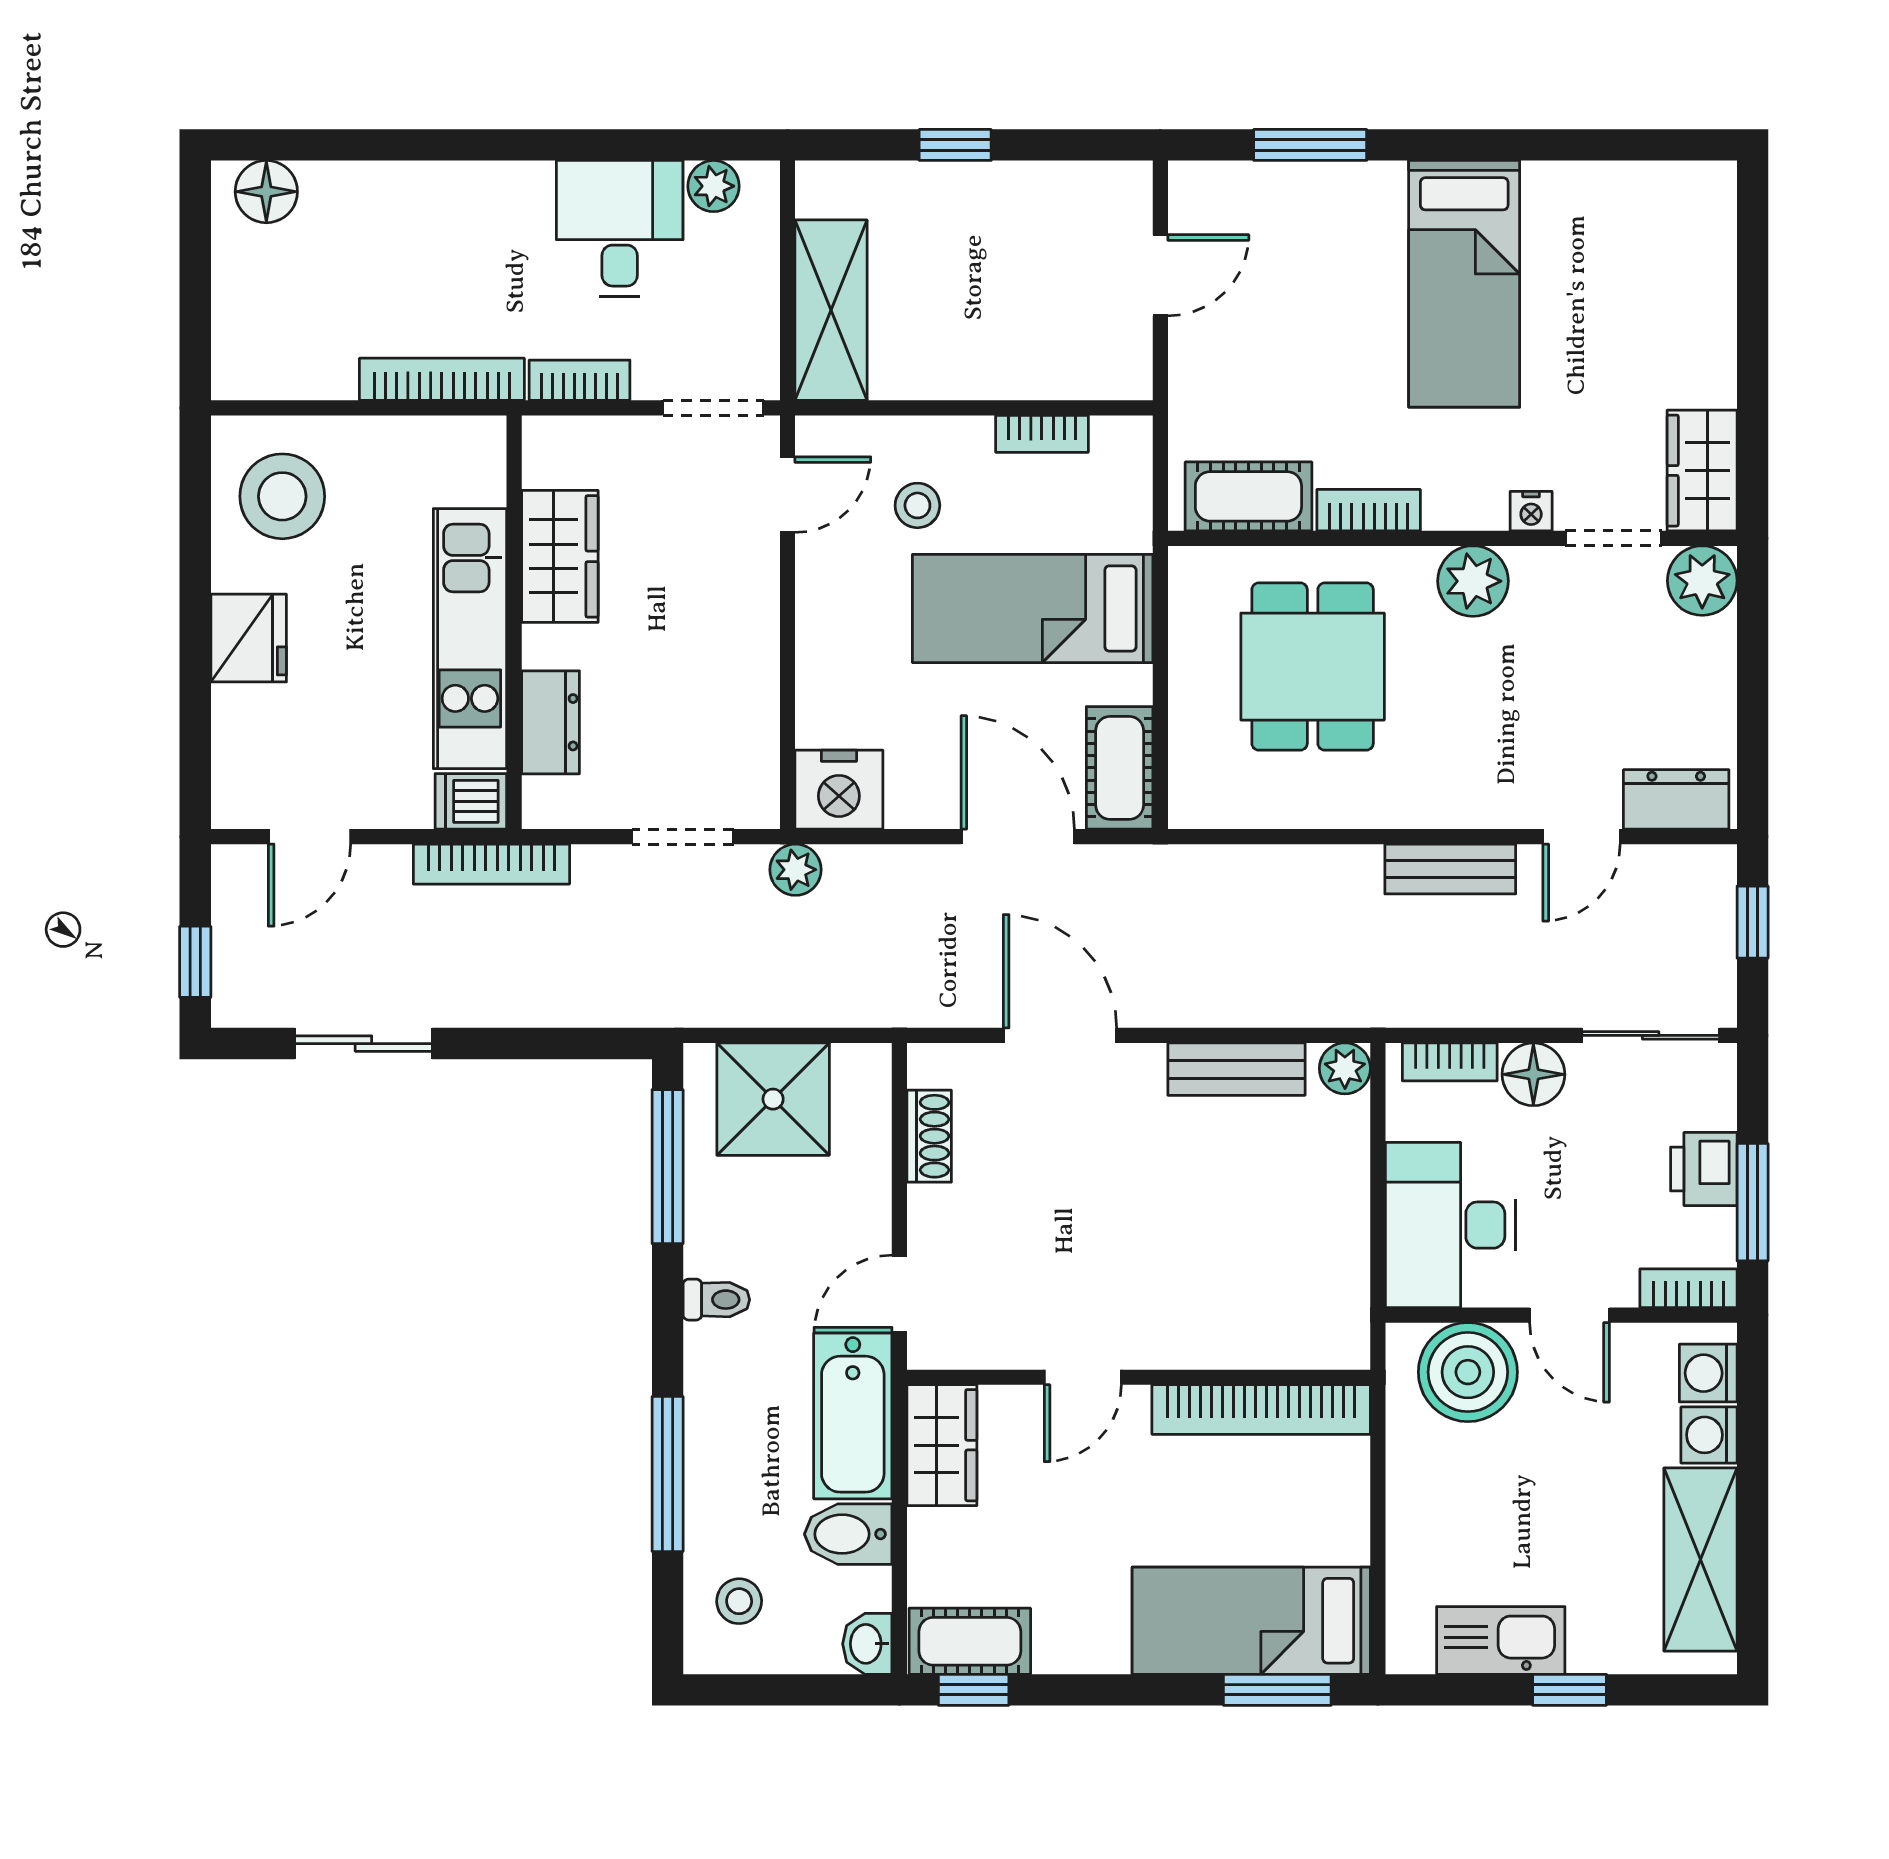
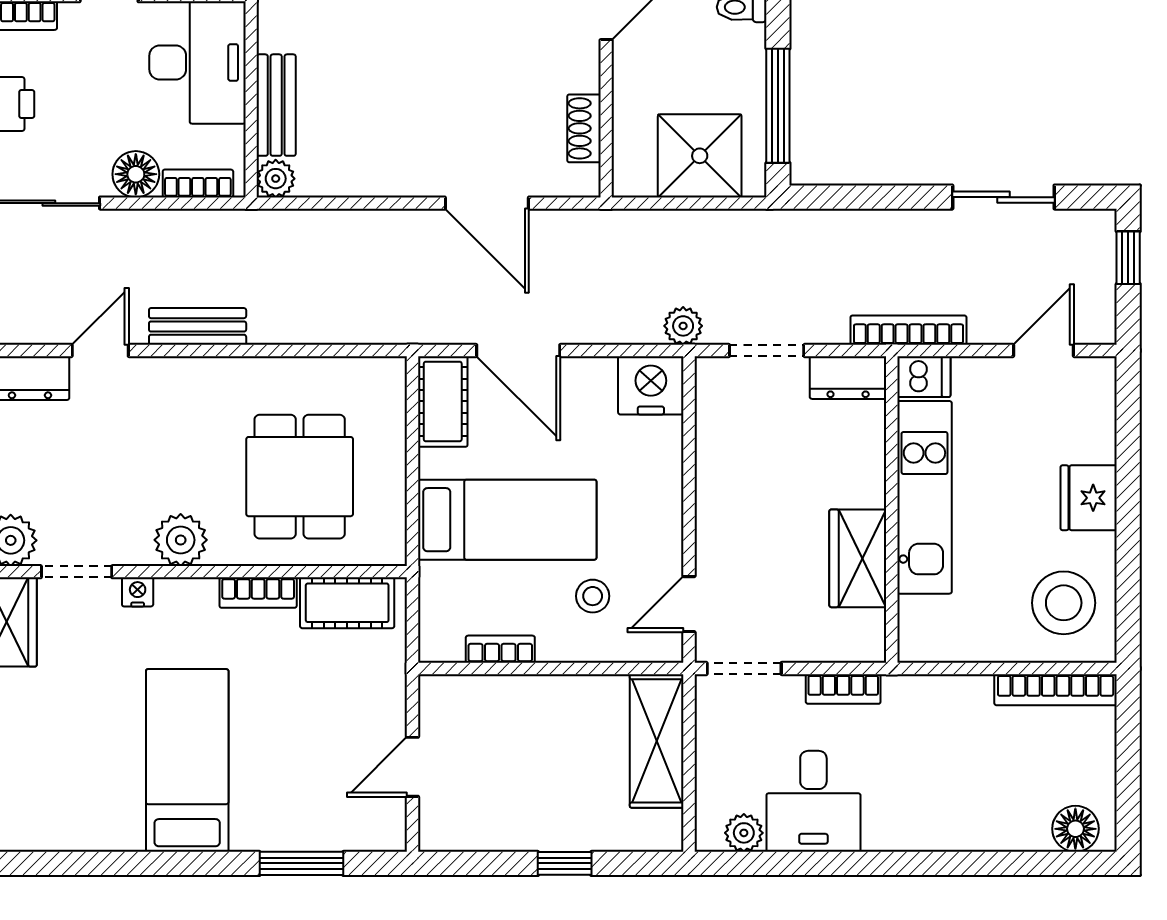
bookcase: (442, 379) -> (1056, 690), moved
dresser: (550, 722) -> (848, 378), moved, turned -90
bench: (1236, 1069) -> (276, 105), moved, turned 90

